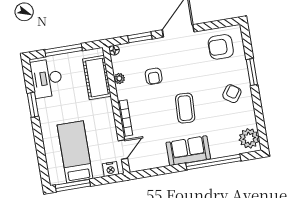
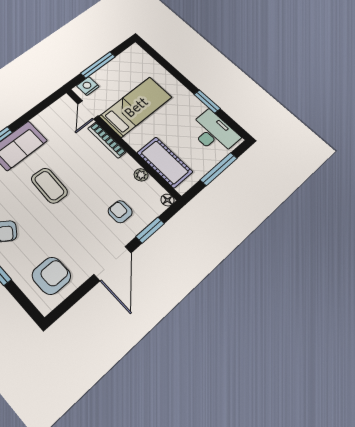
armchair: (154, 76) -> (120, 212), moved
bed: (75, 152) -> (136, 107), moved, turned -90
window: (73, 186) -> (98, 65), moved

